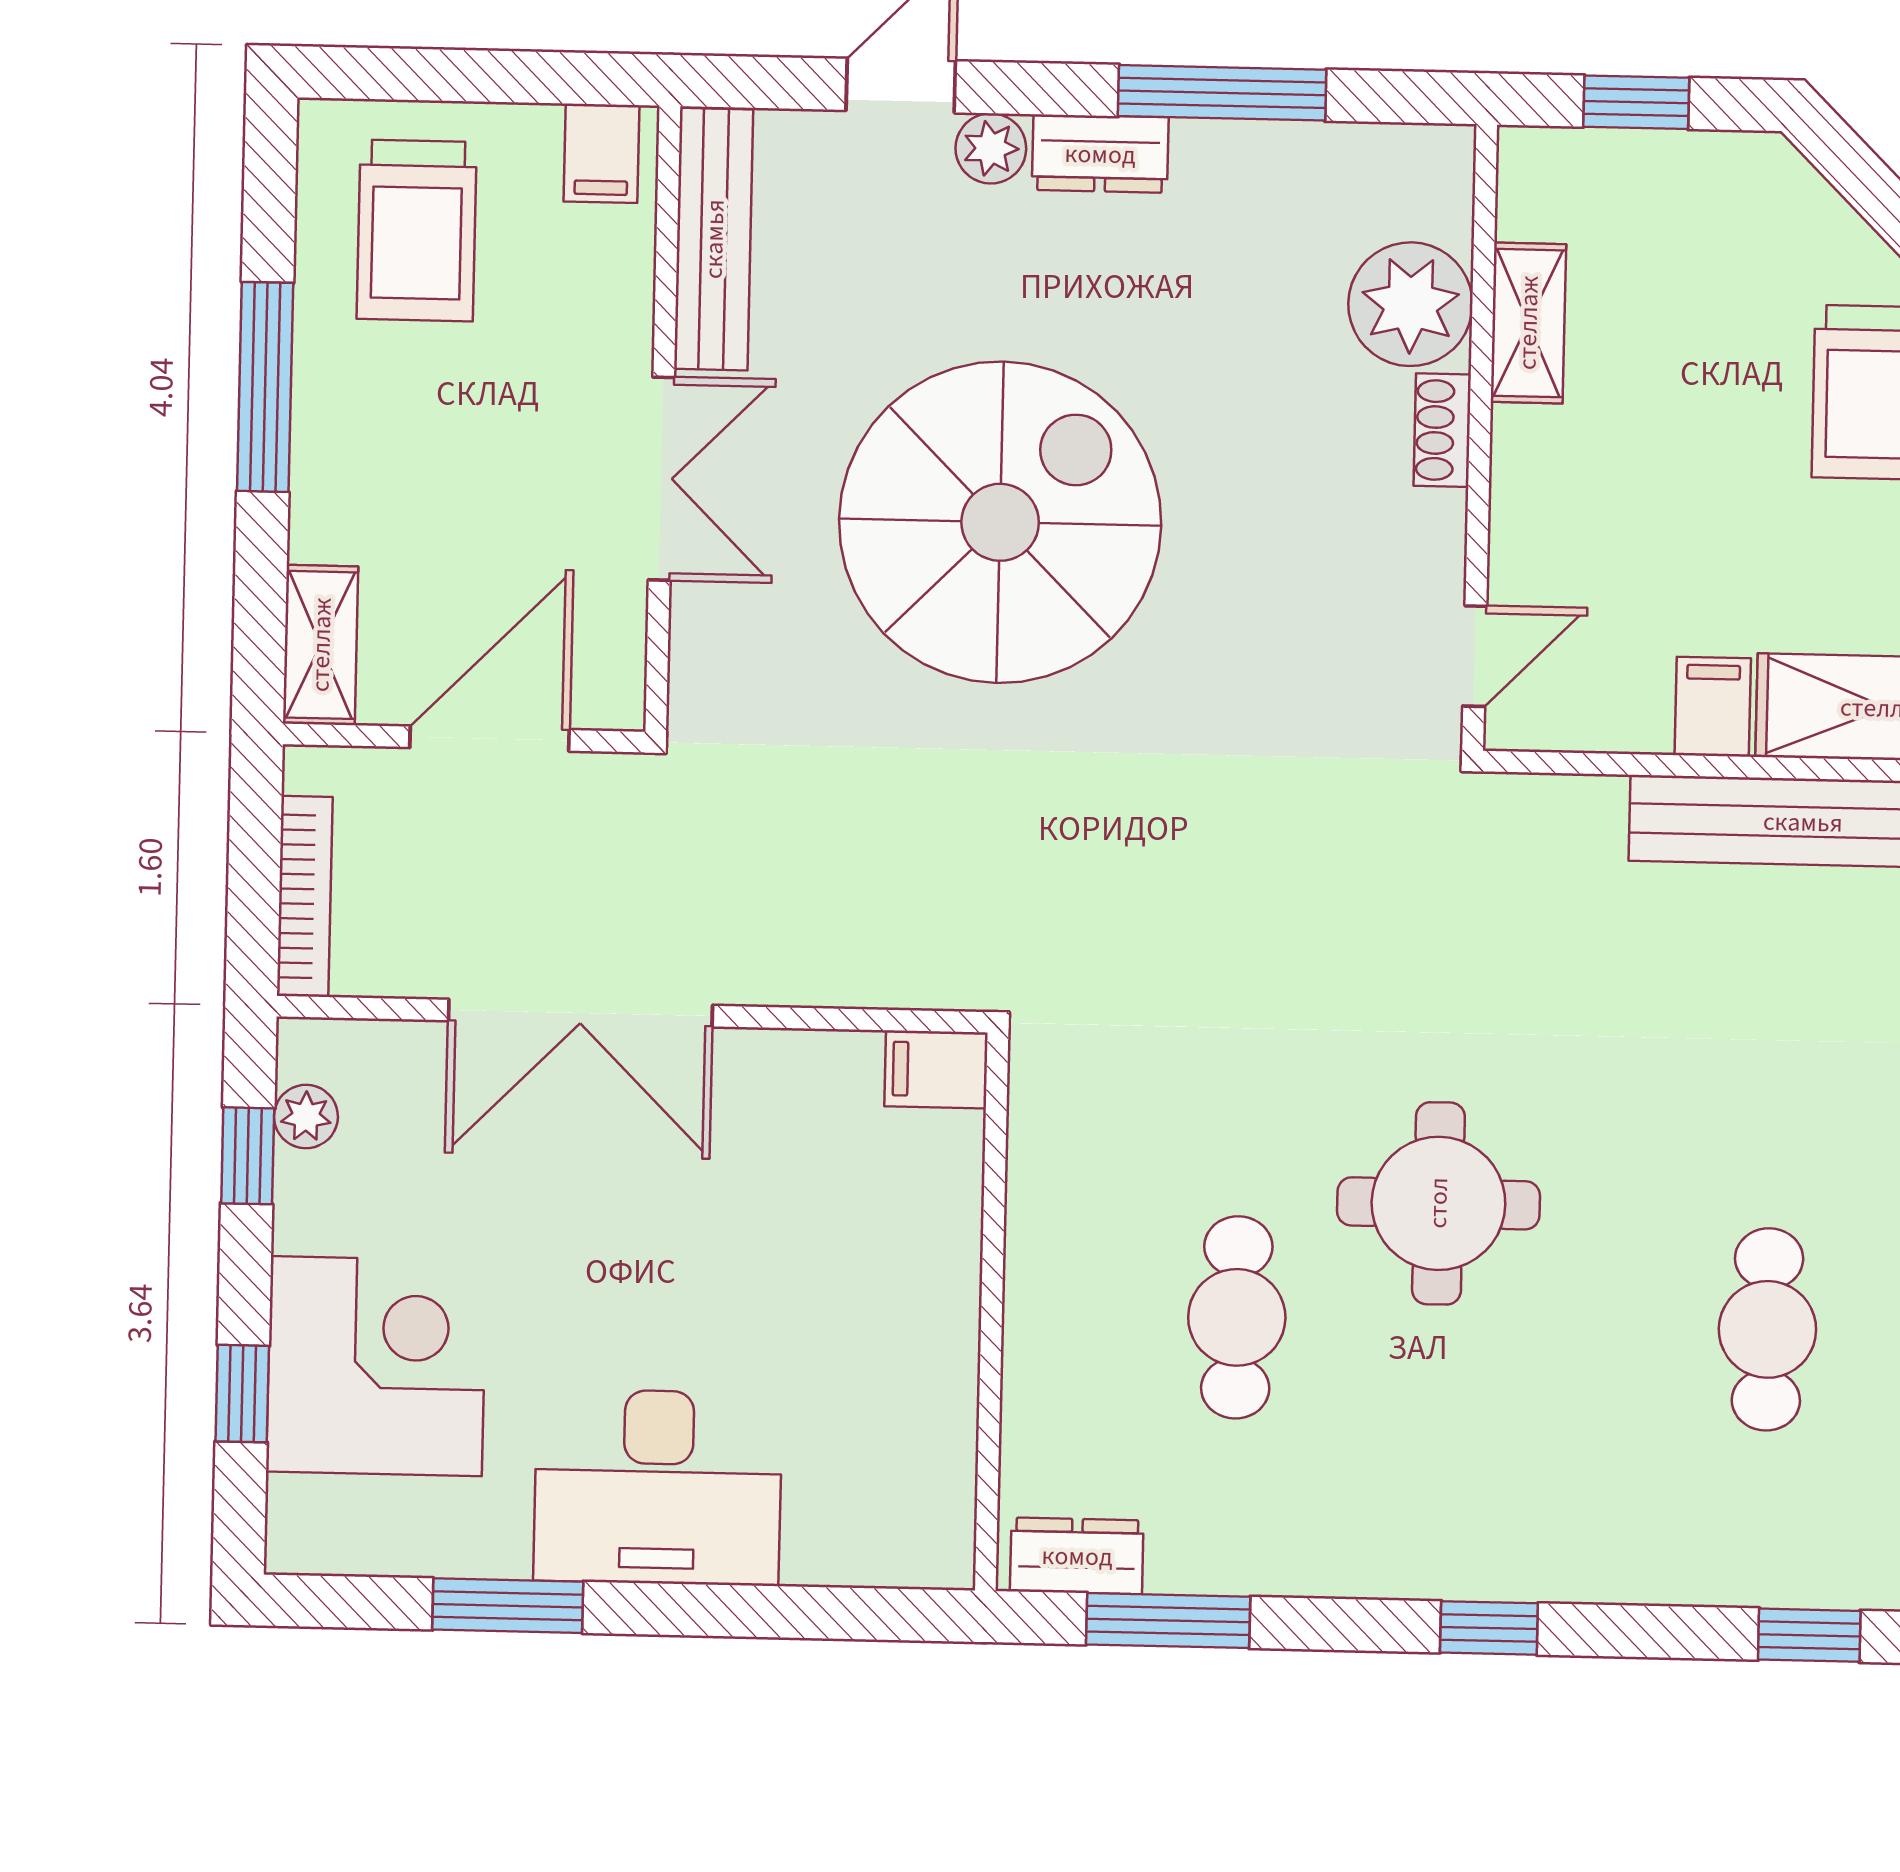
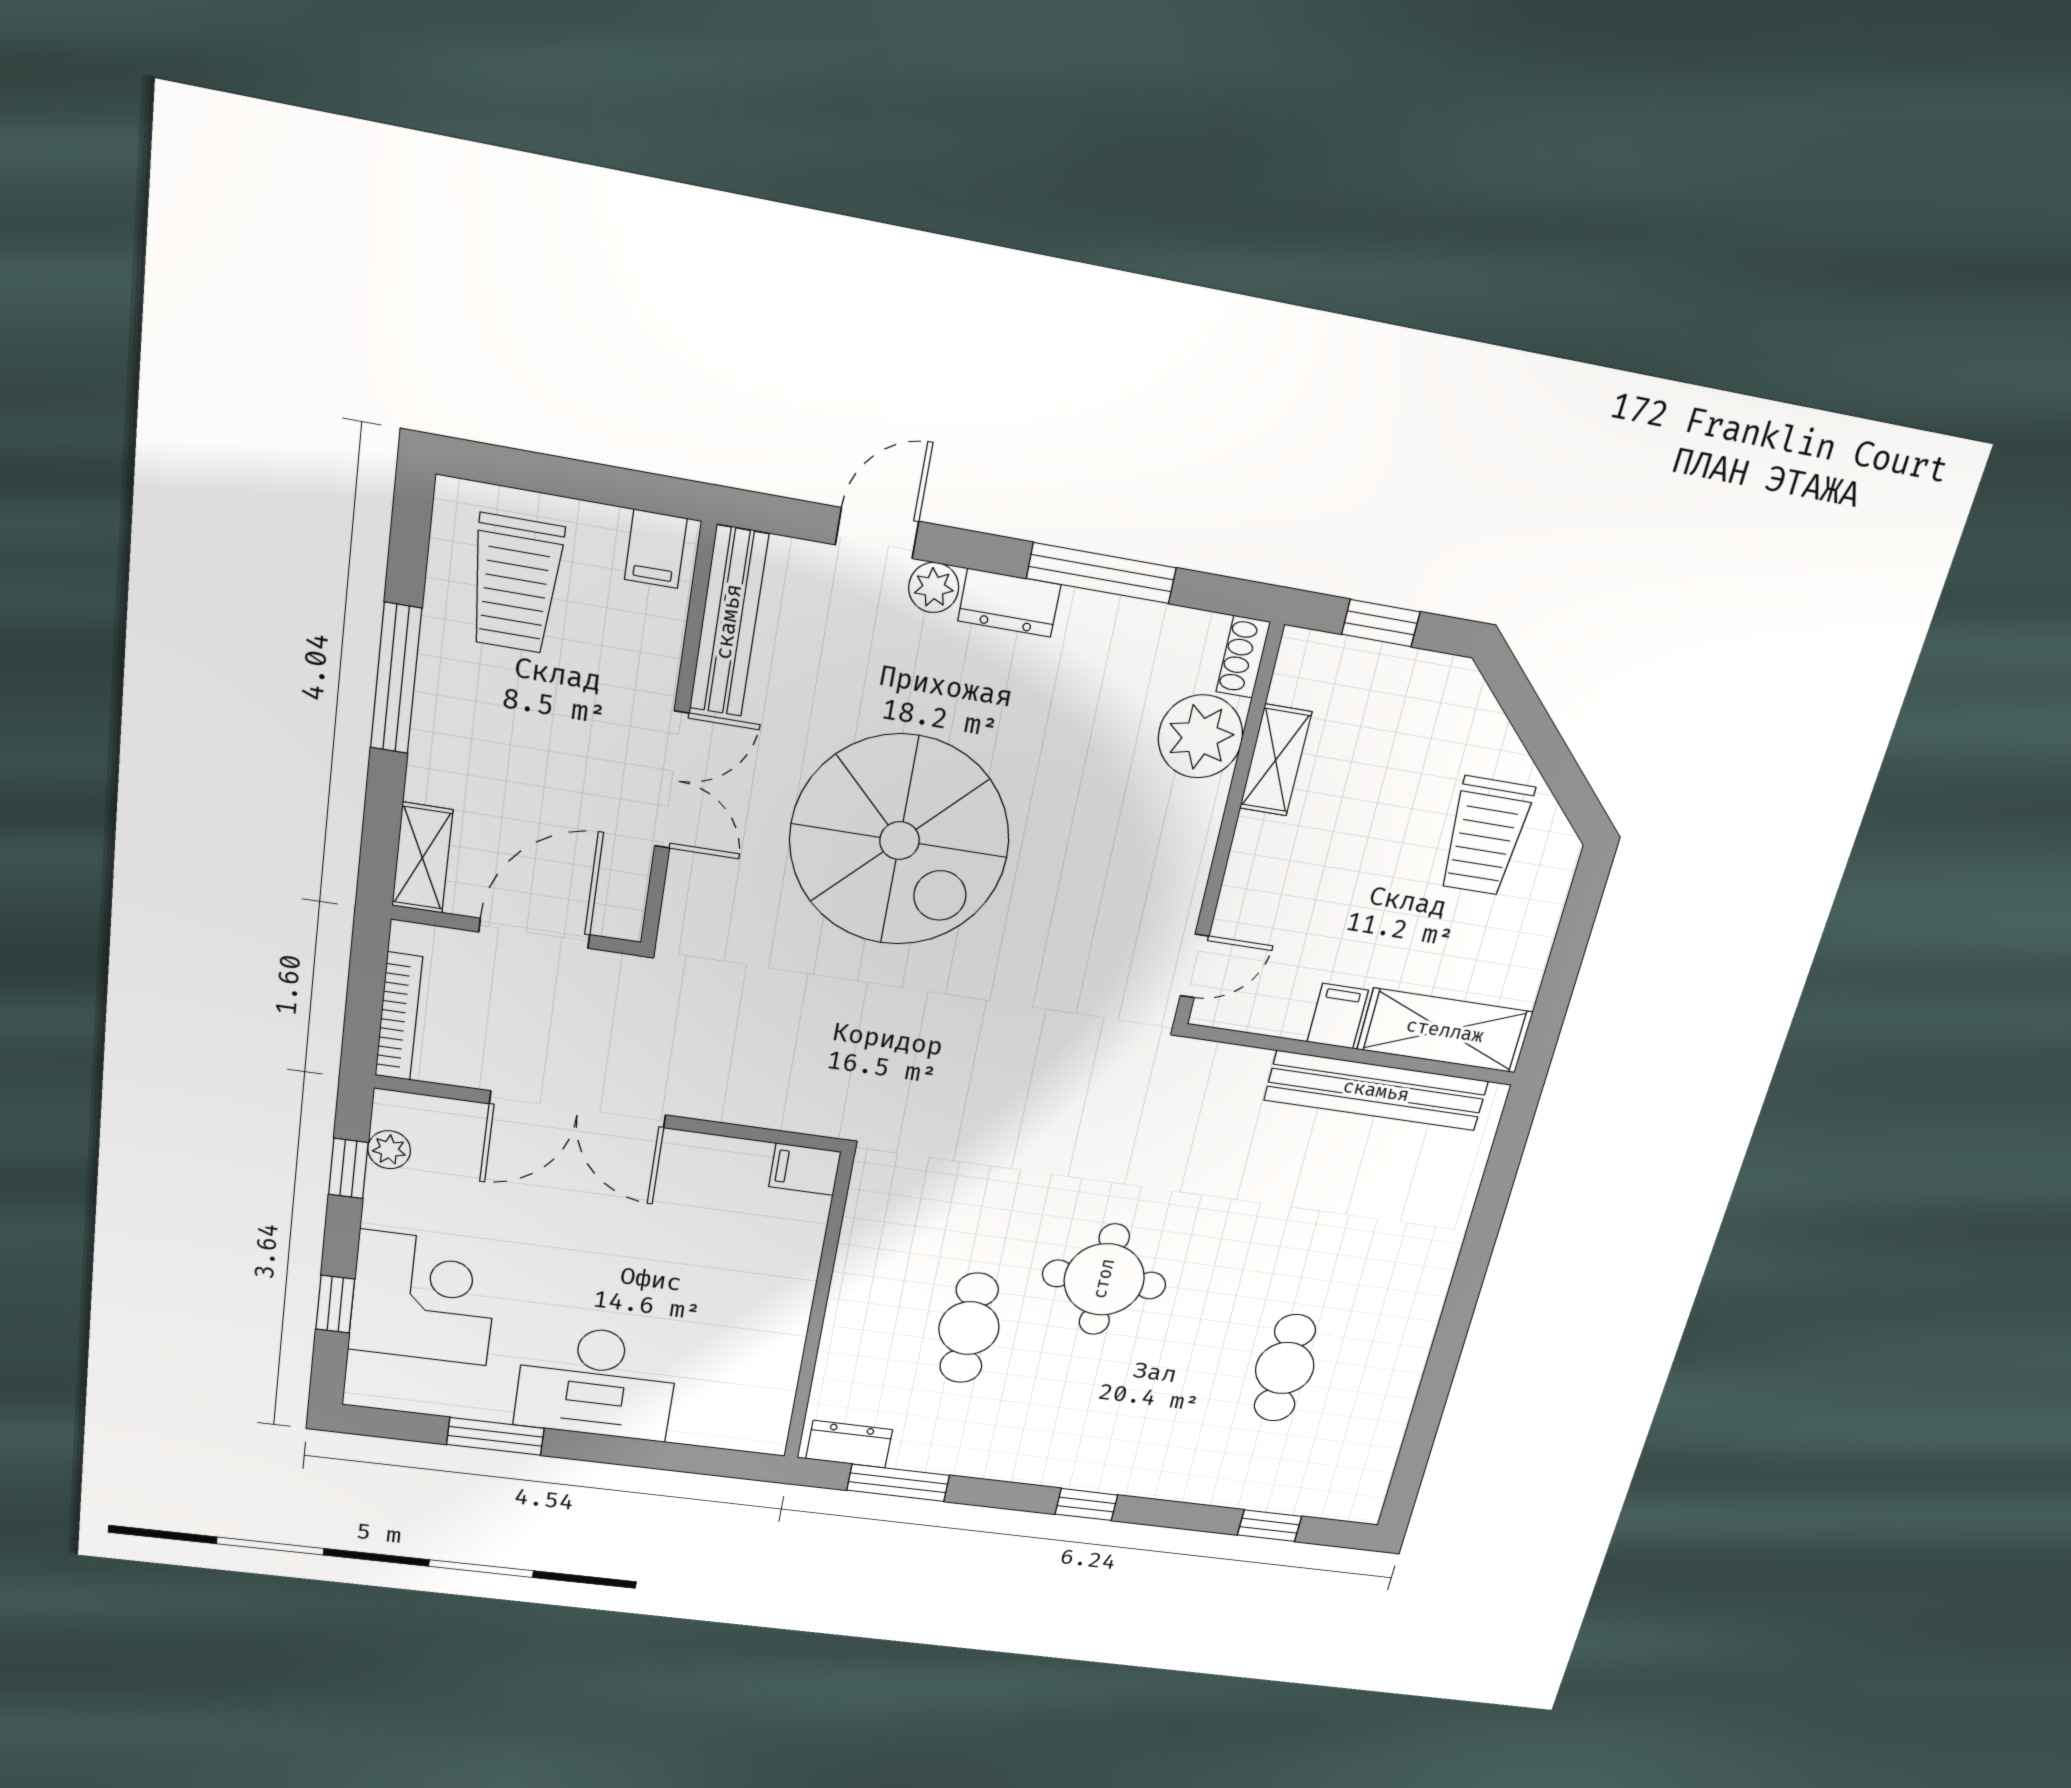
shoe rack: (1442, 430) -> (1243, 657), moved
spiral stairs: (1000, 522) -> (900, 841), turned 90

